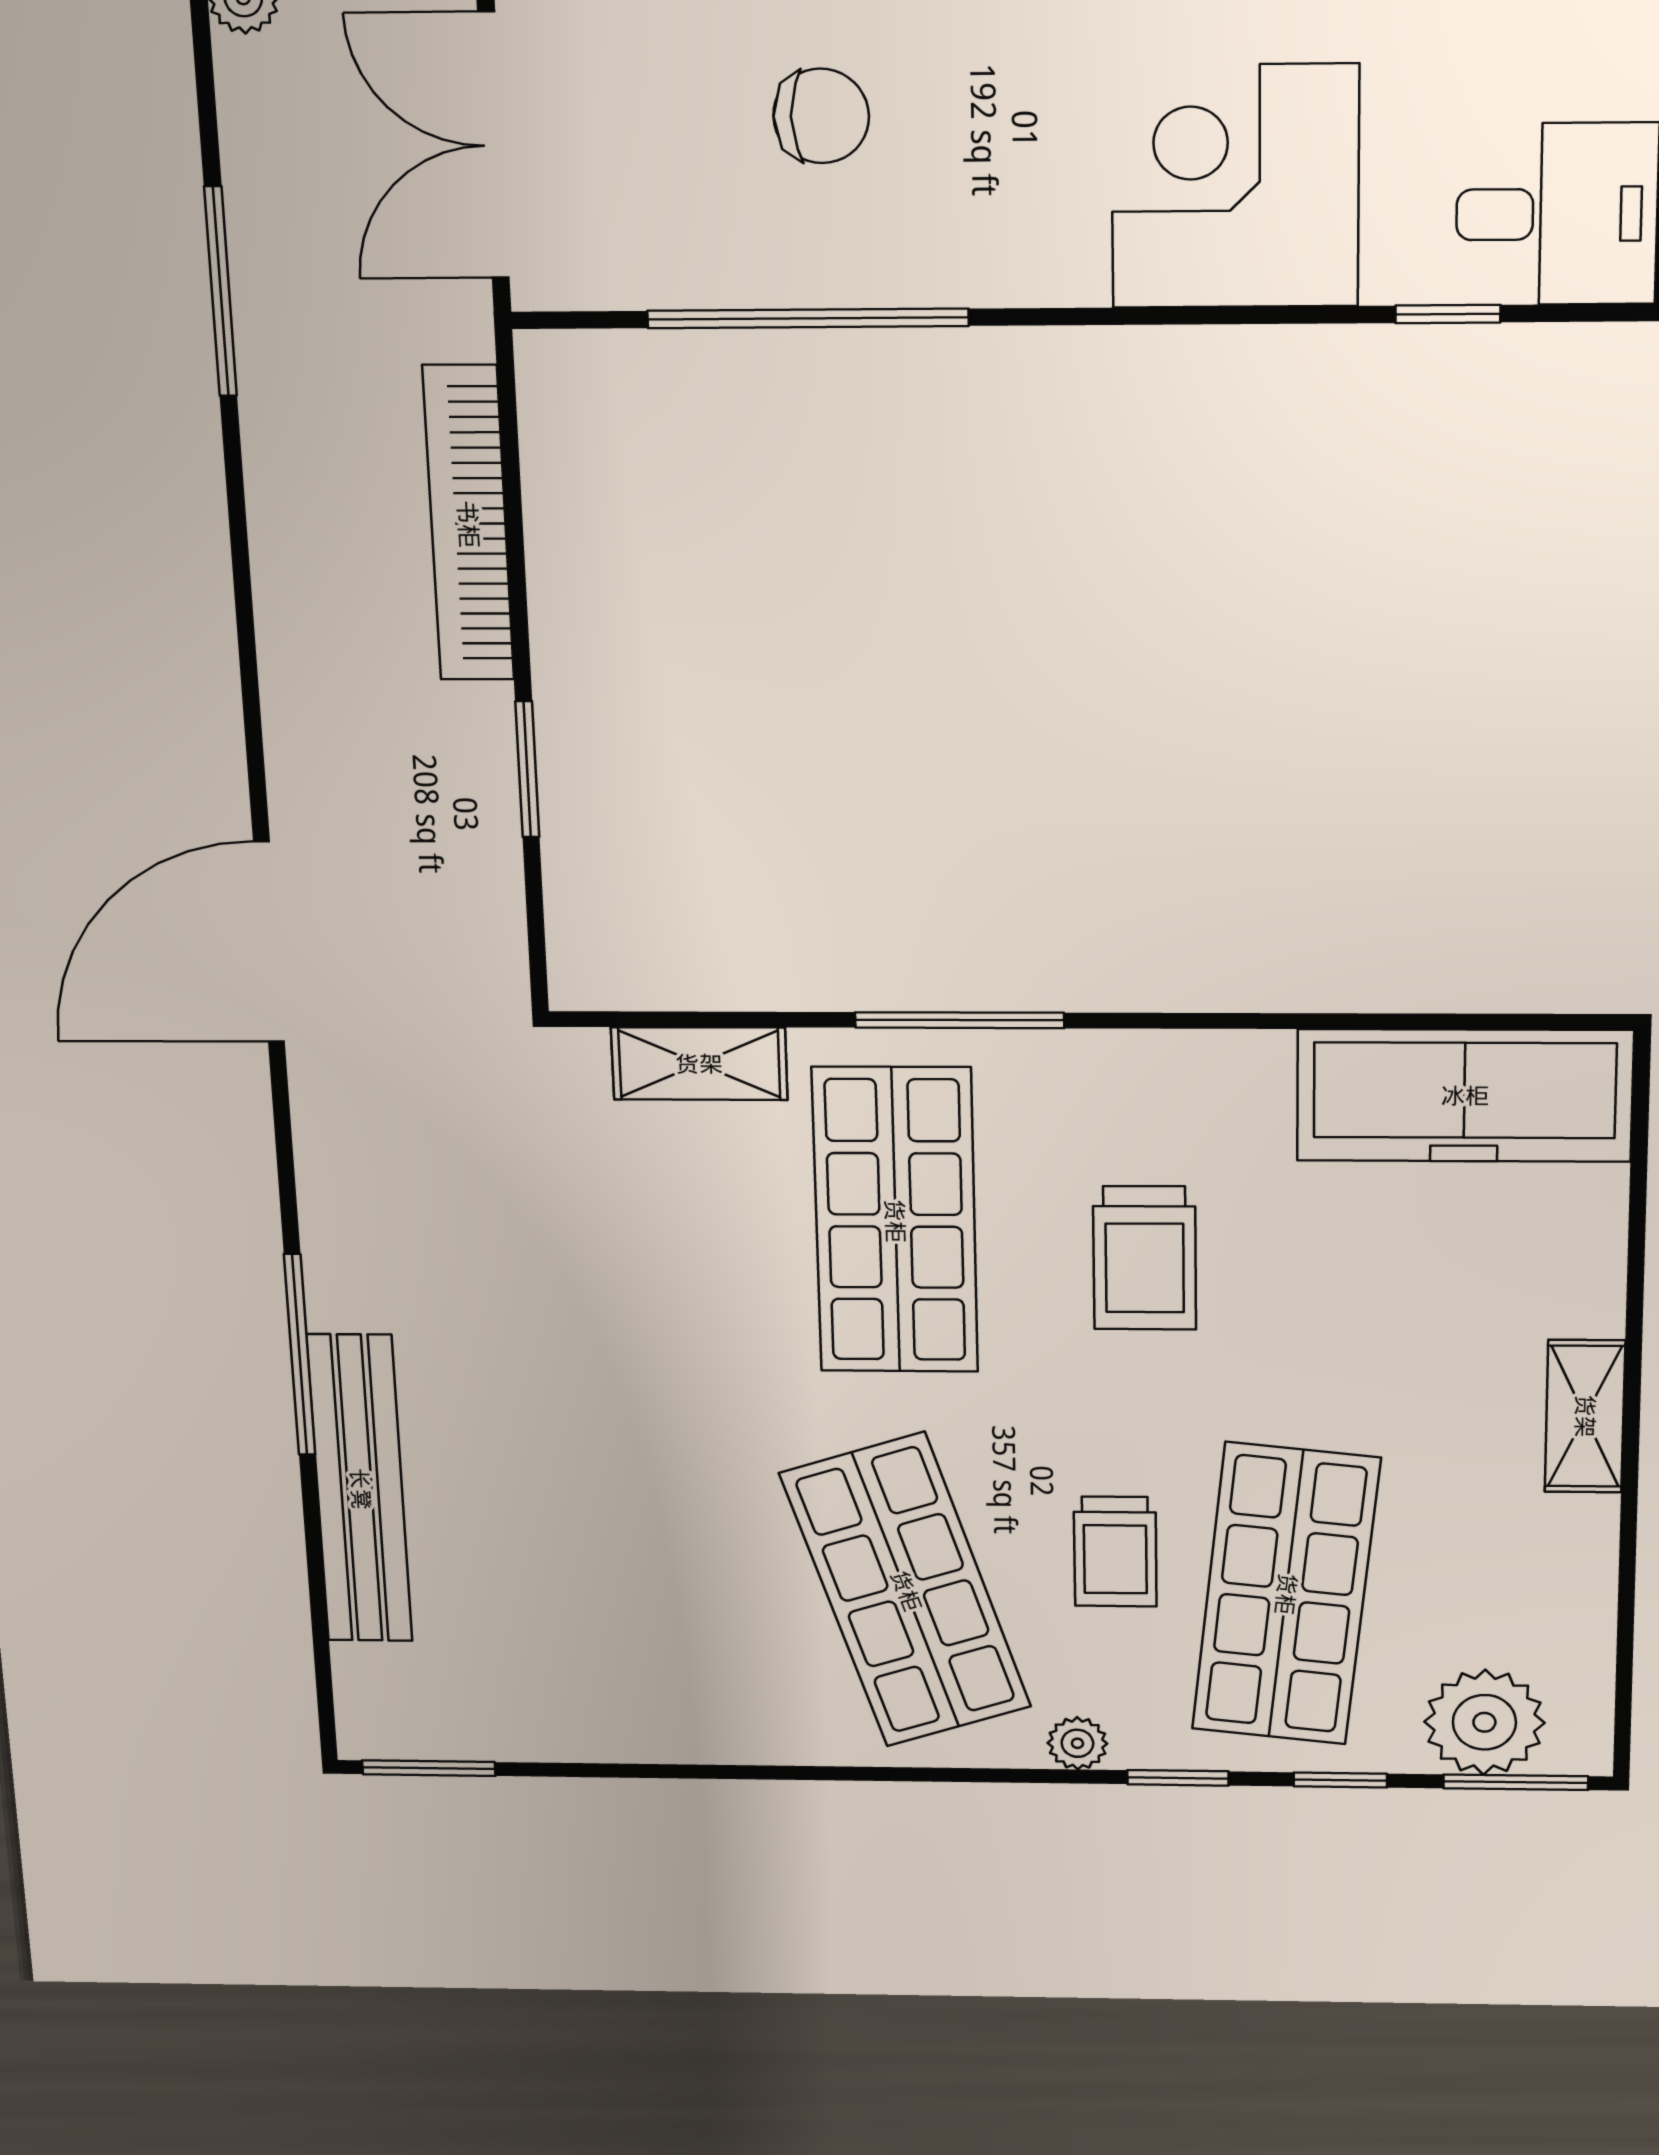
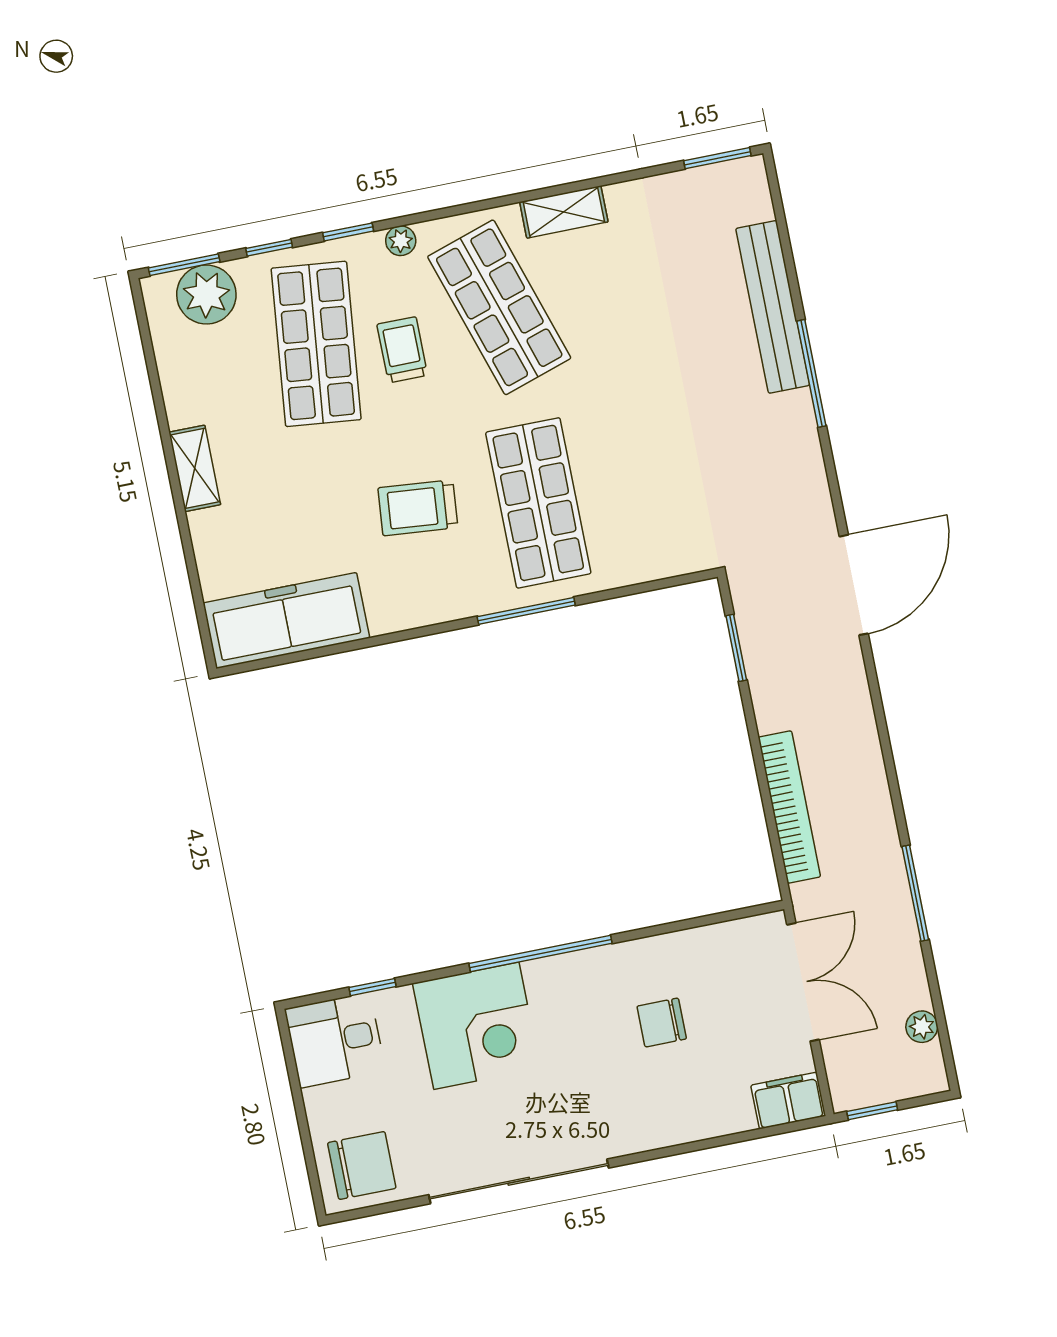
window: (808, 318) -> (540, 953), moved
window: (527, 769) -> (736, 648), moved
shelving: (699, 1064) -> (564, 212), moved
trolley: (1145, 1258) -> (418, 508), turned -85

